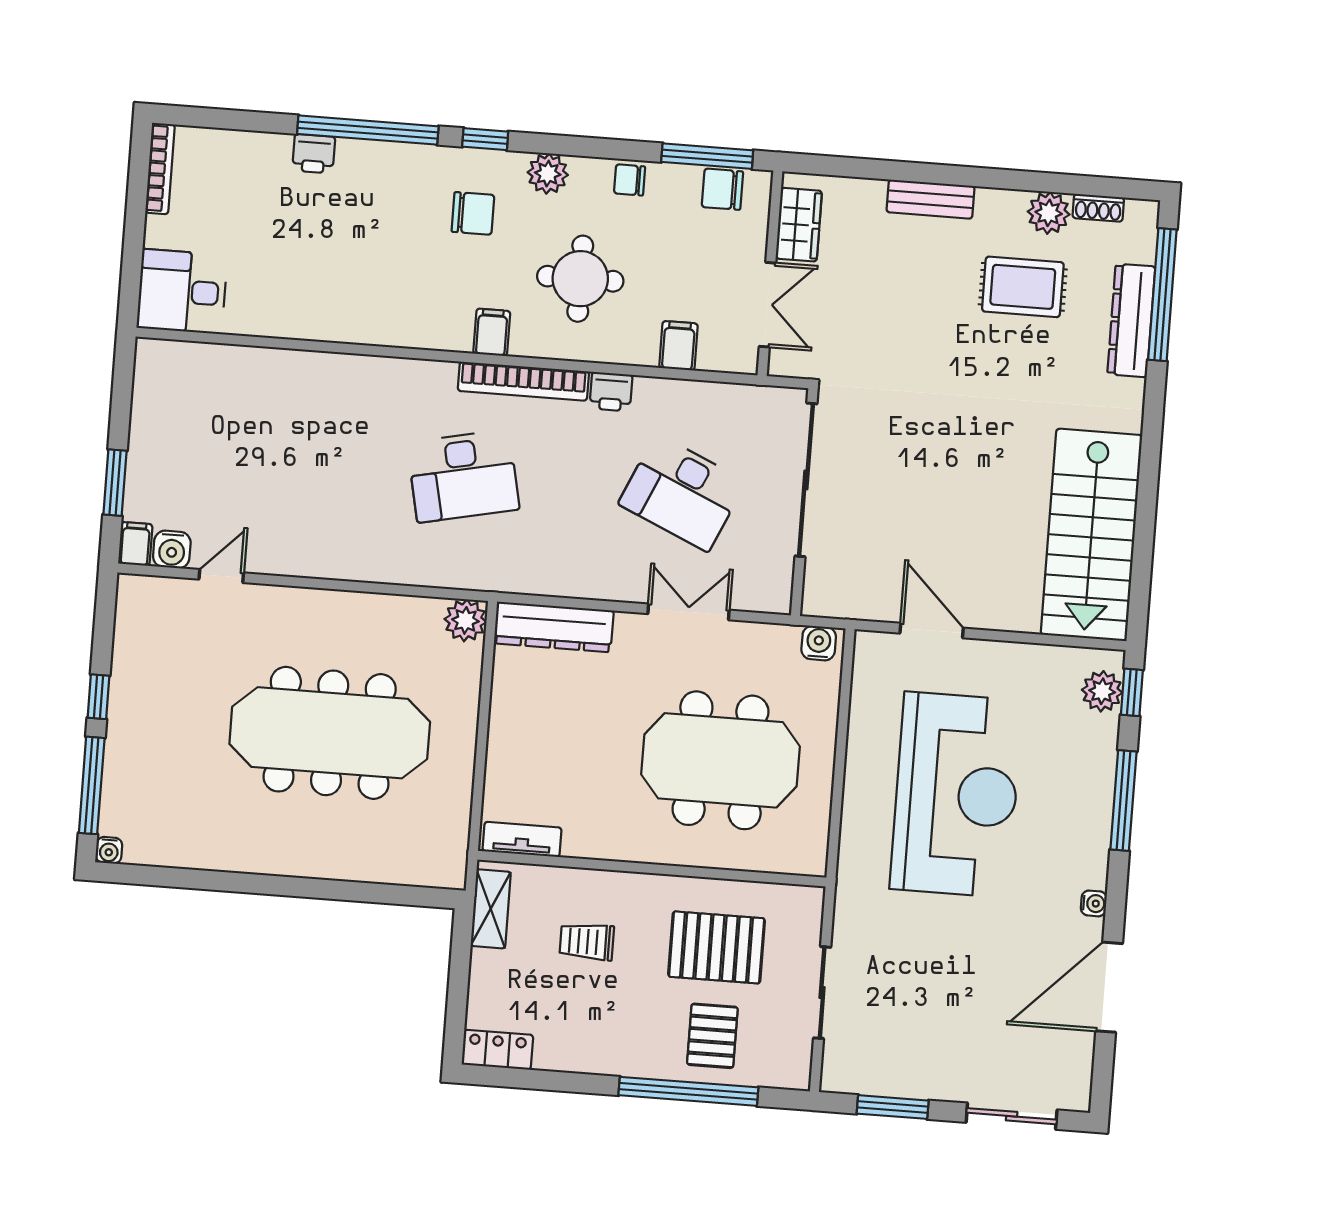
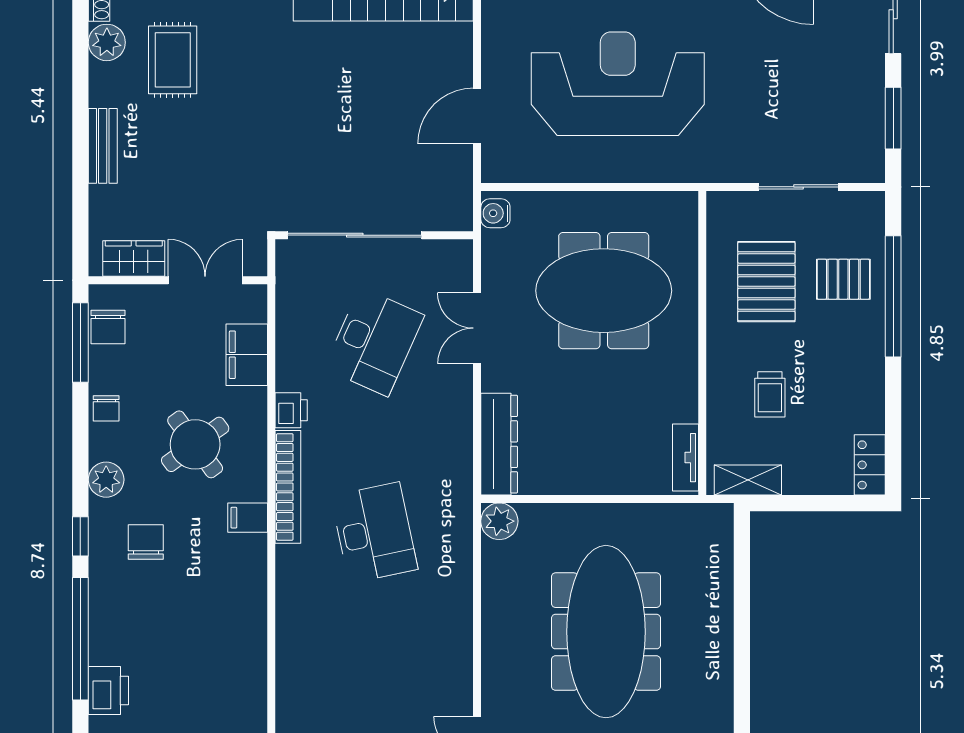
printer: (314, 154) -> (108, 691), width x1.36, depth x1.24
round table: (580, 279) -> (195, 444), turned -36
filing cabinet: (678, 346) -> (247, 355), width x2.00
meeting table: (721, 760) -> (604, 291), turned 90

